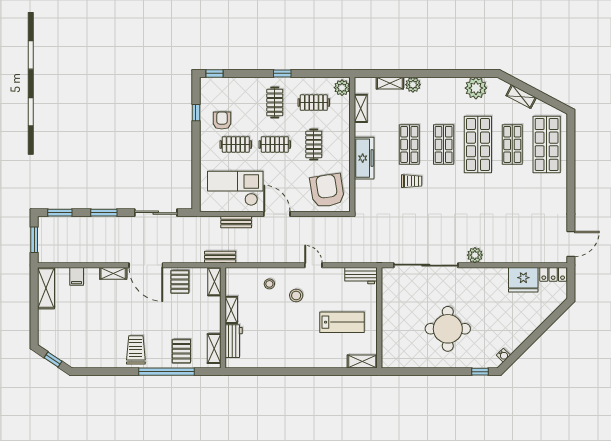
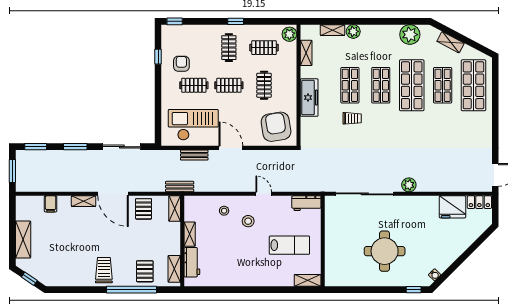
shelving: (46, 288) -> (23, 240), moved

